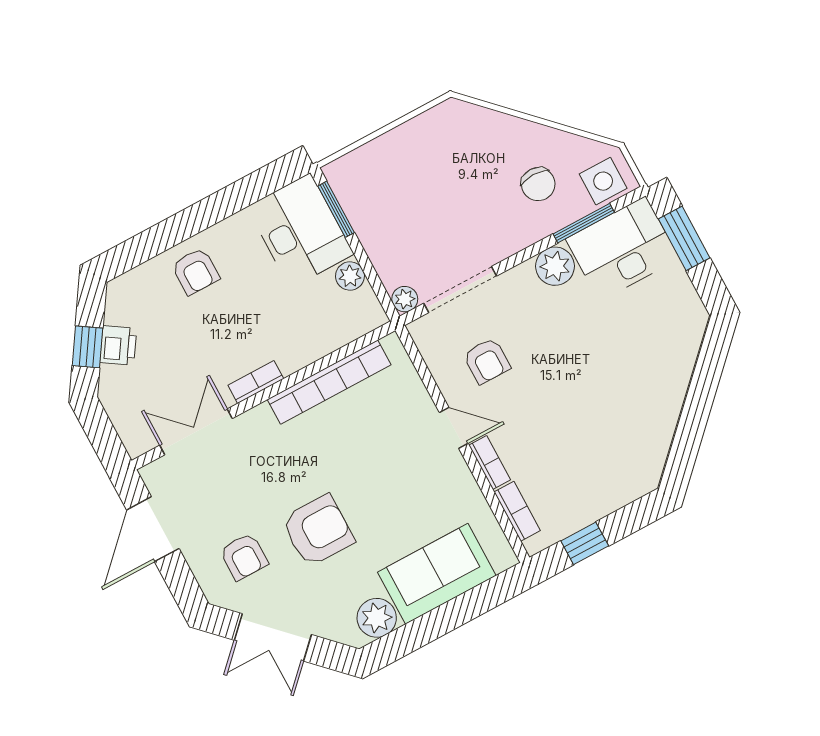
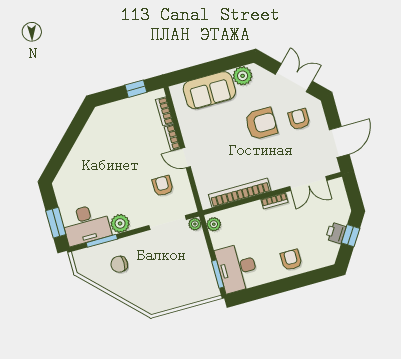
side table: (603, 181) -> (88, 259), removed
chair: (538, 184) -> (119, 264), turned -90
plant: (350, 276) -> (214, 224), moved
armchair: (318, 531) -> (261, 124), turned 180

